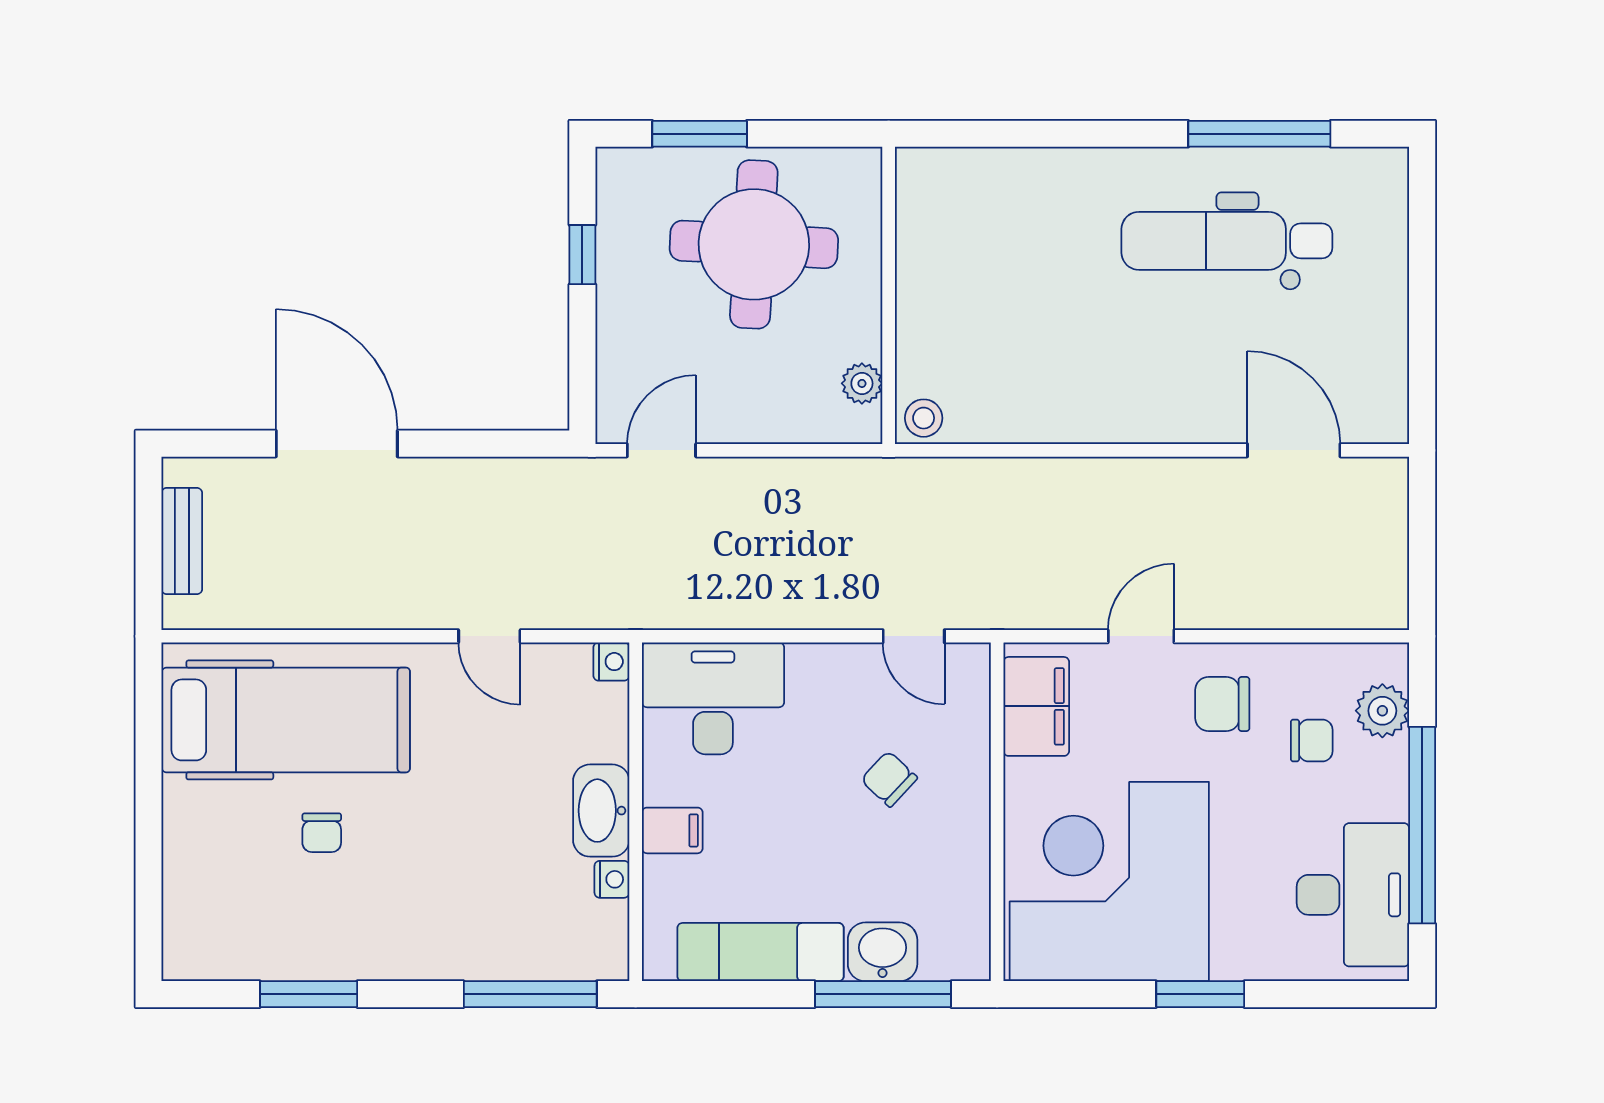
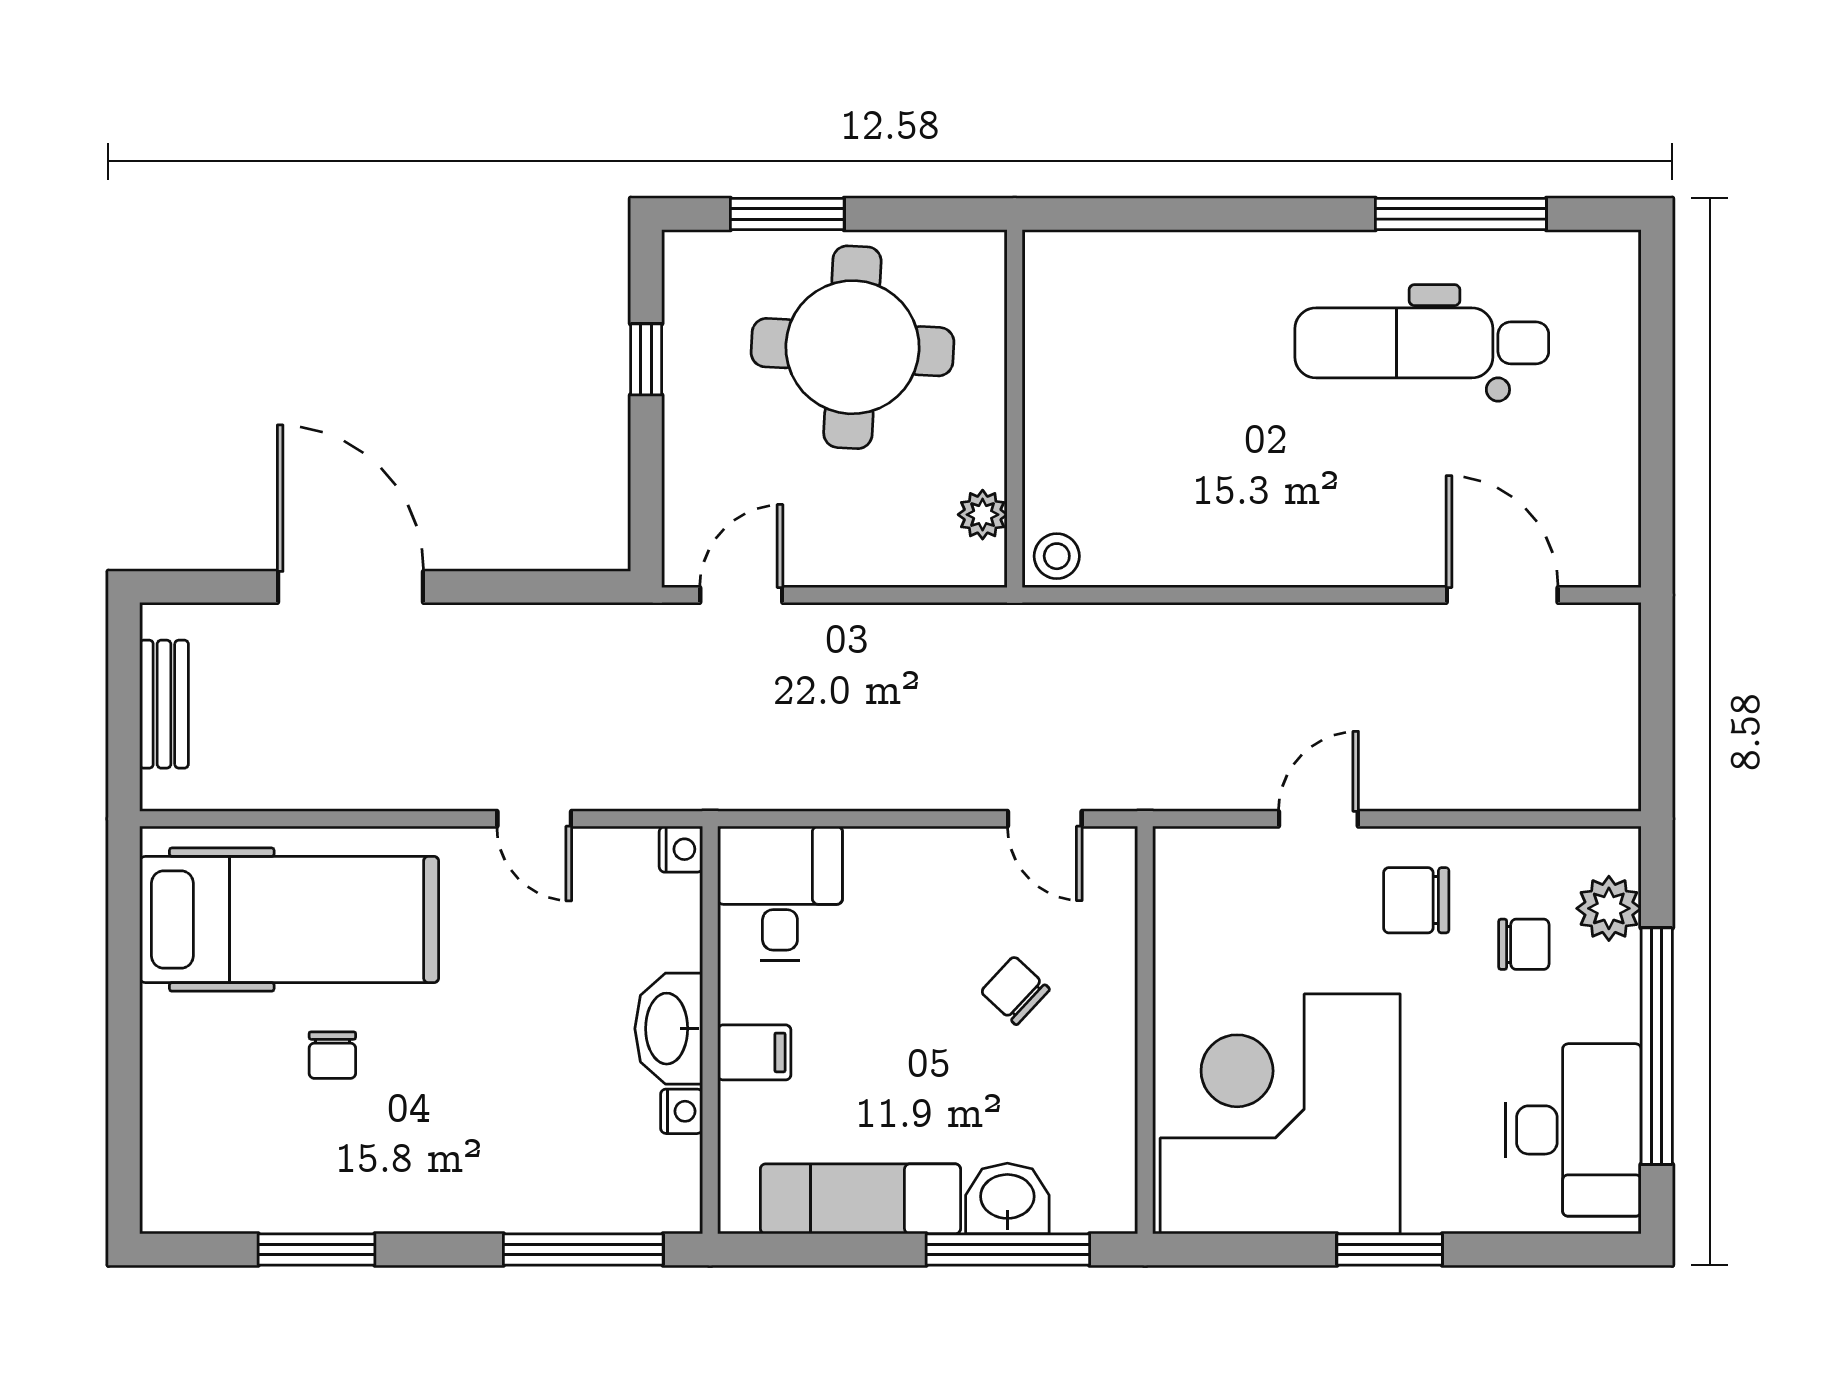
desk: (713, 698) -> (780, 894), width x0.73
filing cabinet: (1036, 706) -> (1192, 903), removed

